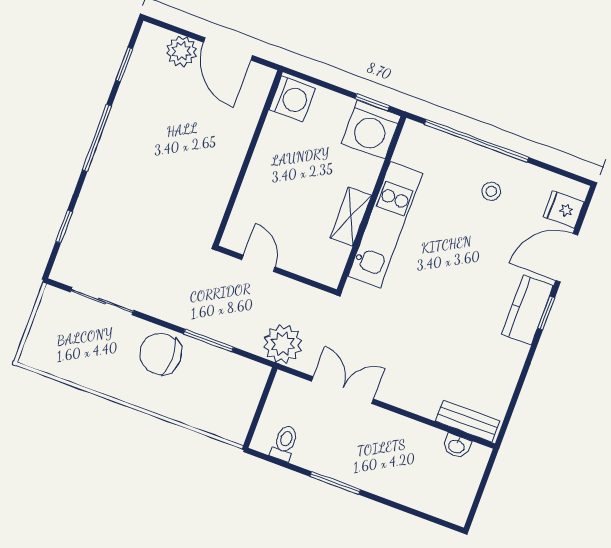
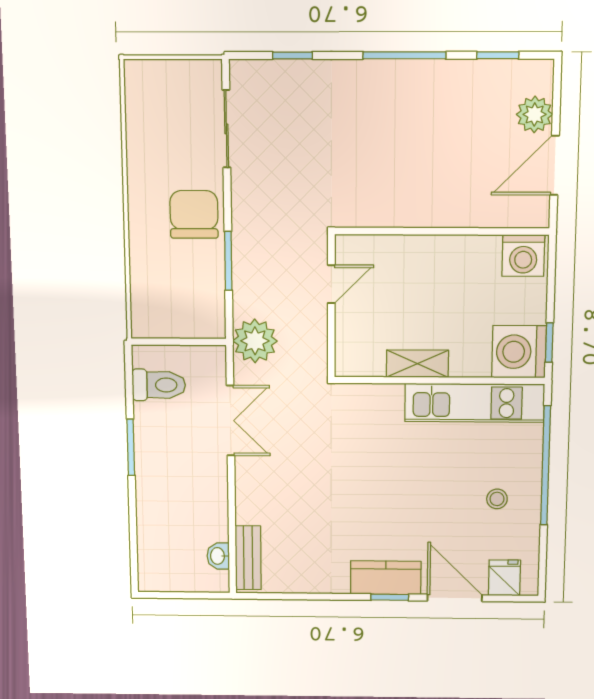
kitchen unit: (385, 225) -> (475, 403), moved
toilet: (285, 443) -> (159, 385), width x1.37, depth x1.39

